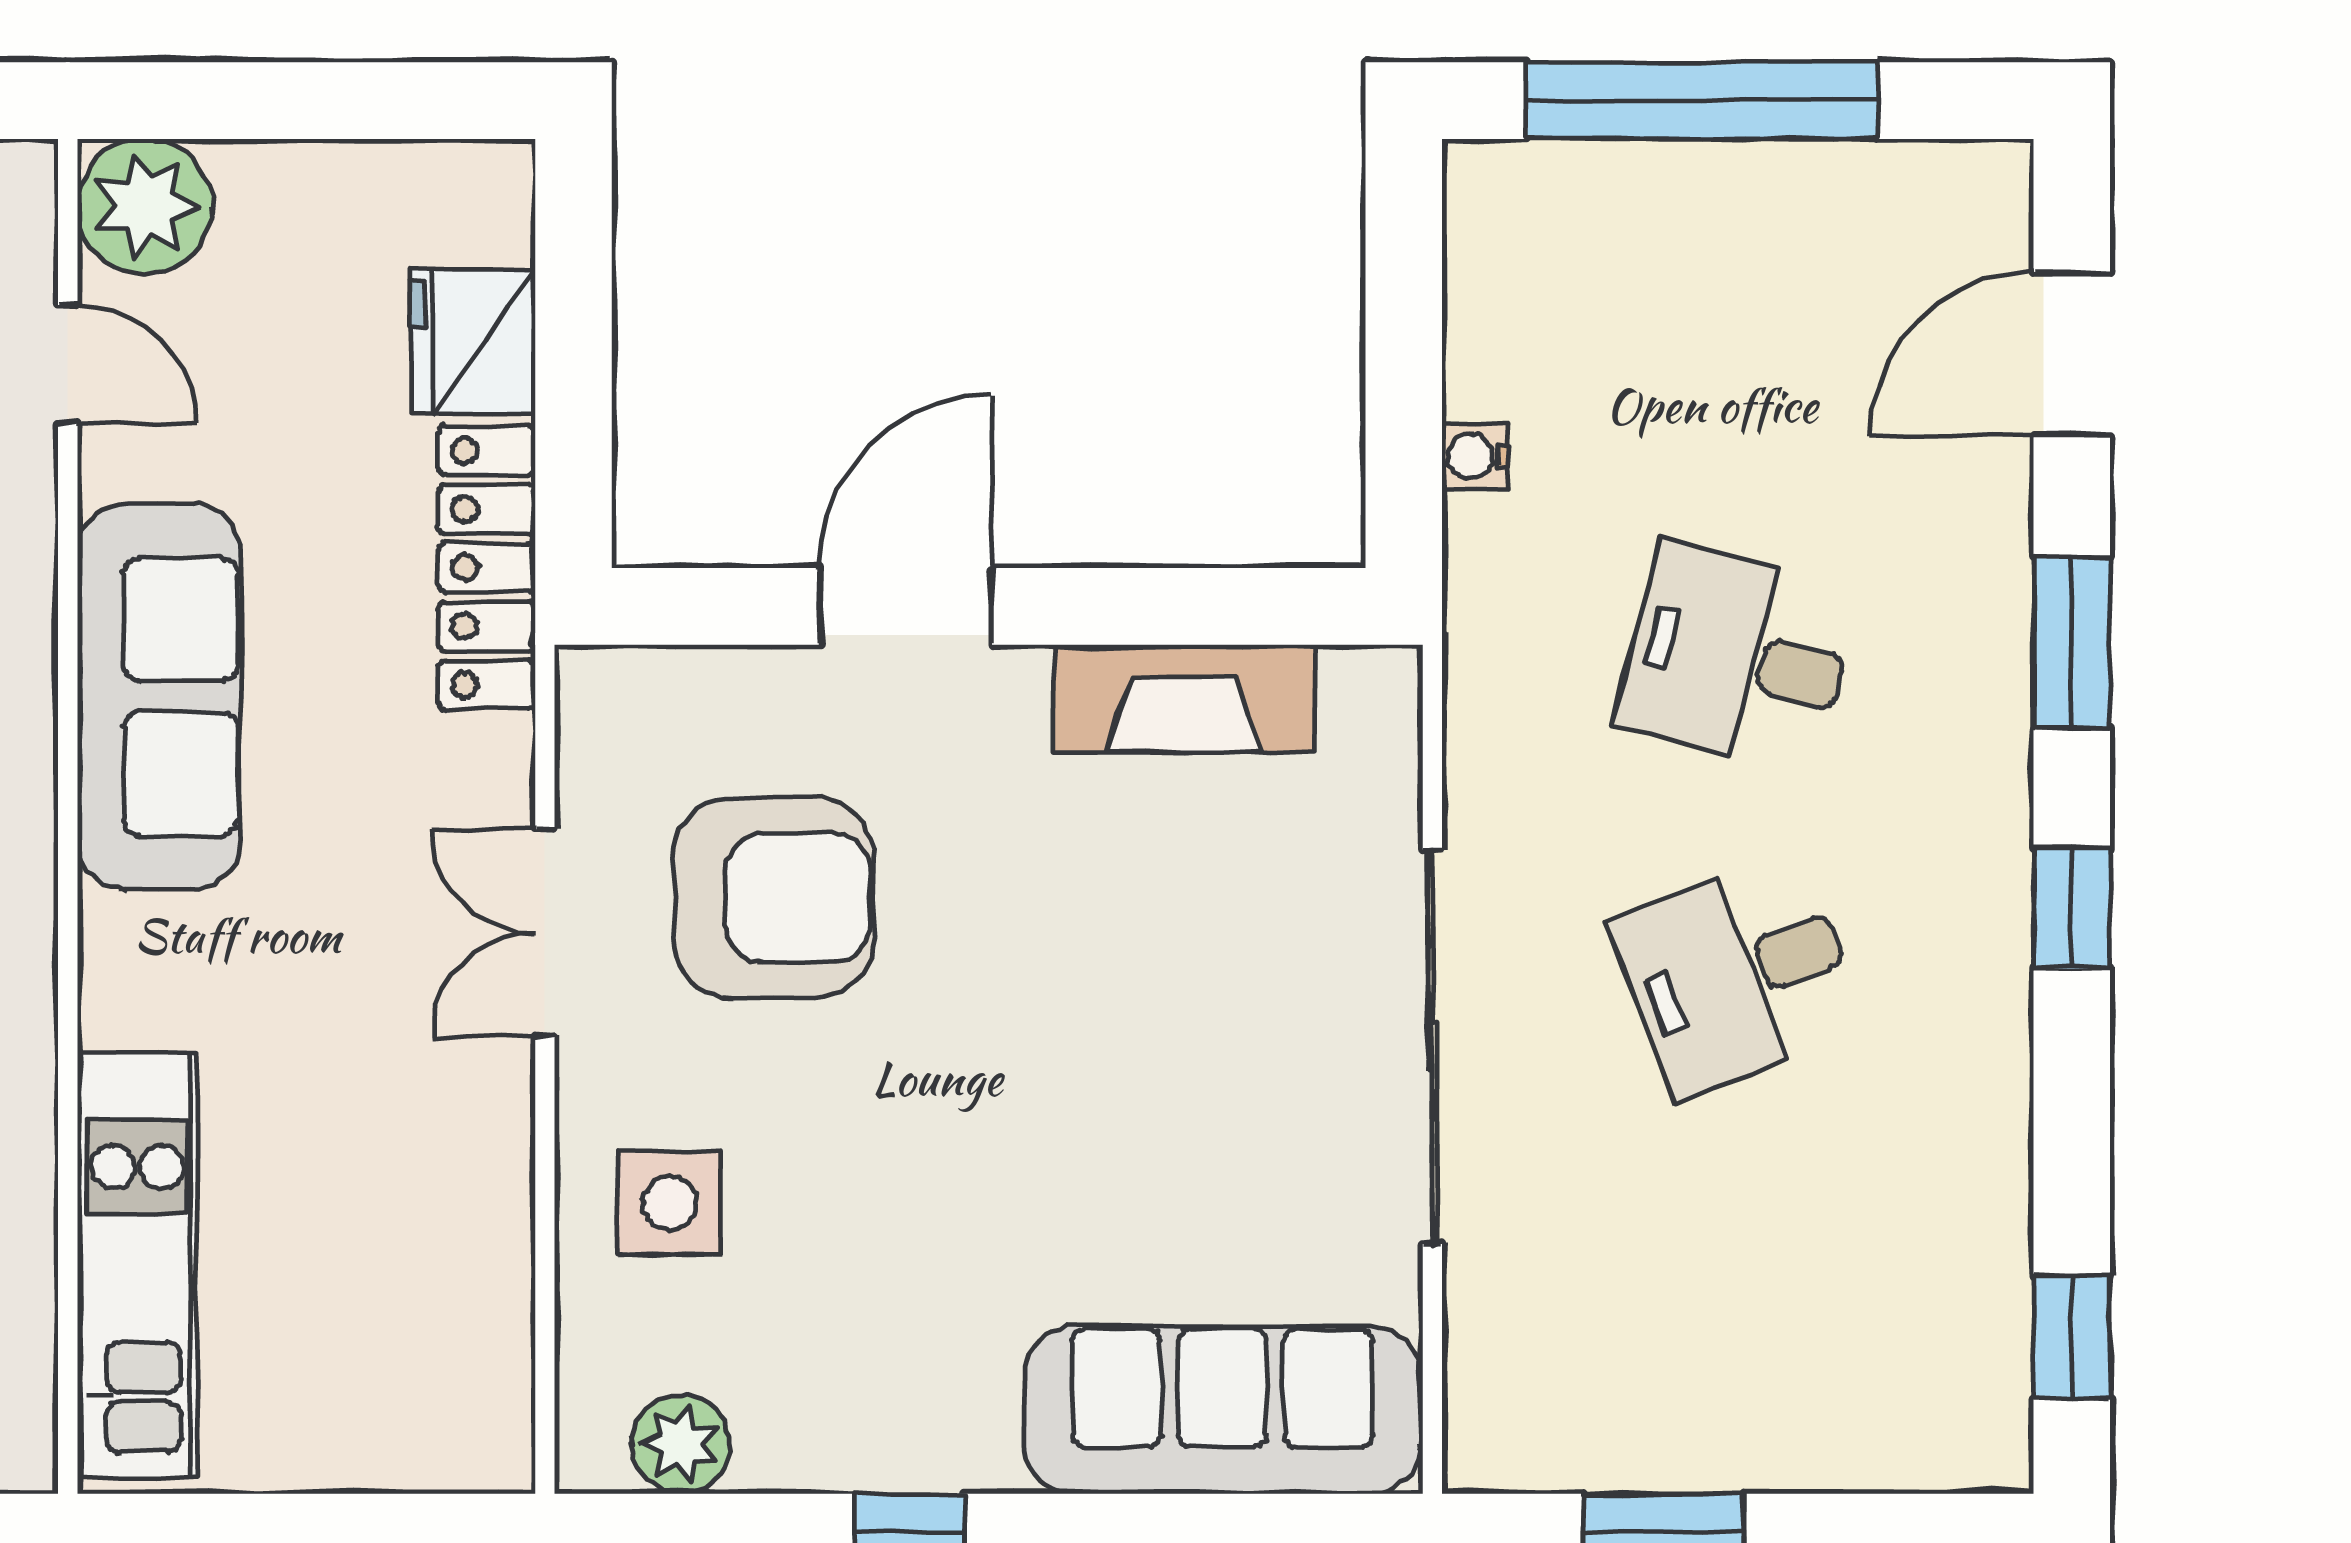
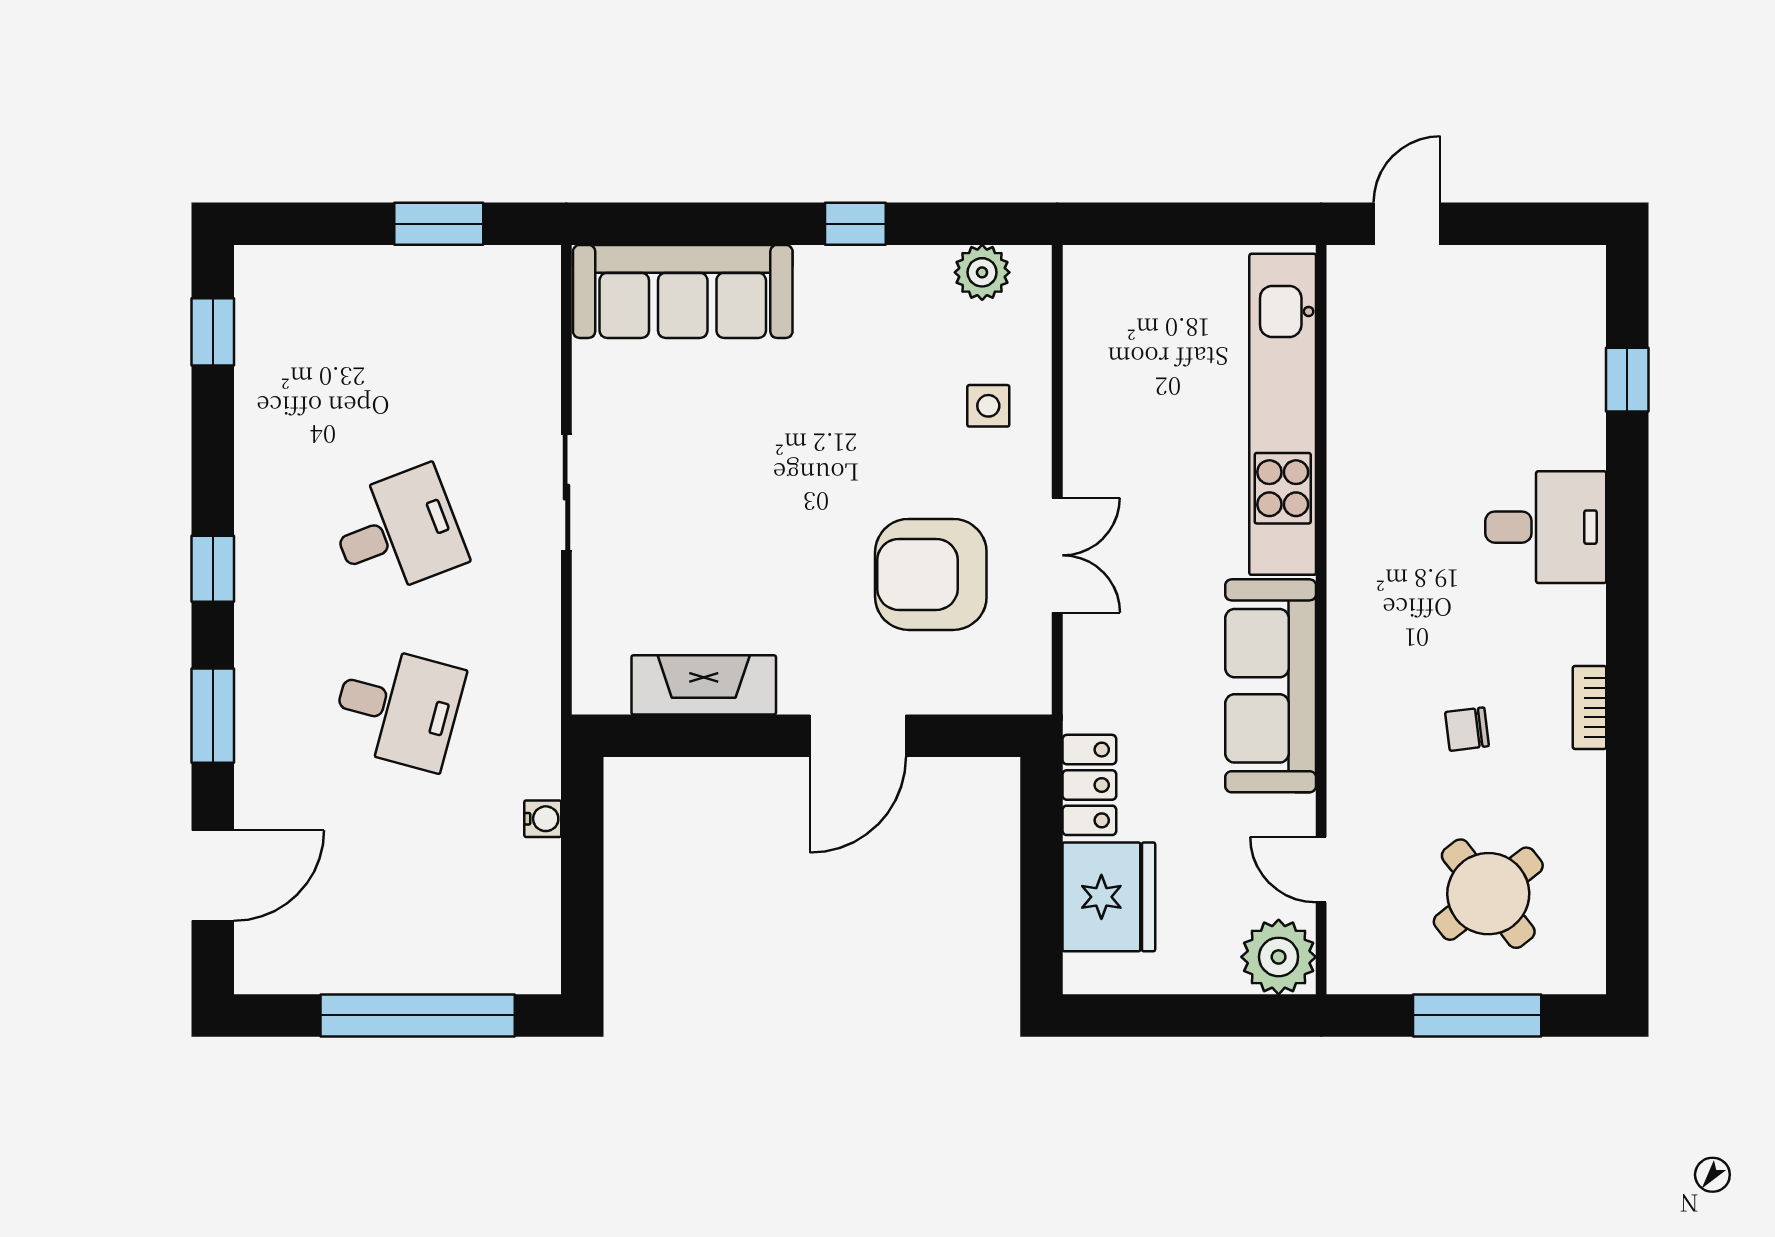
fridge: (473, 341) -> (1109, 897), width x1.36, depth x1.34
locker: (487, 568) -> (1089, 785), width x0.66
sliding door: (1432, 1047) -> (566, 492), width x0.54
side table: (670, 1203) -> (988, 406), width x0.73, depth x0.73
kitchen unit: (137, 1265) -> (1283, 414), width x1.36

